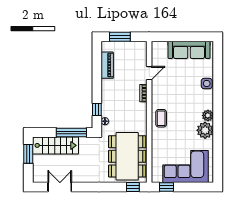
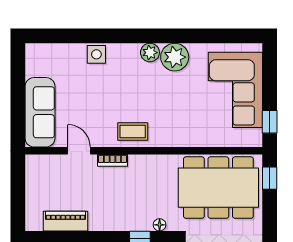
window: (120, 37) -> (18, 200), removed
sofa: (189, 50) -> (40, 112), moved
coffee table: (161, 118) -> (133, 131), moved

